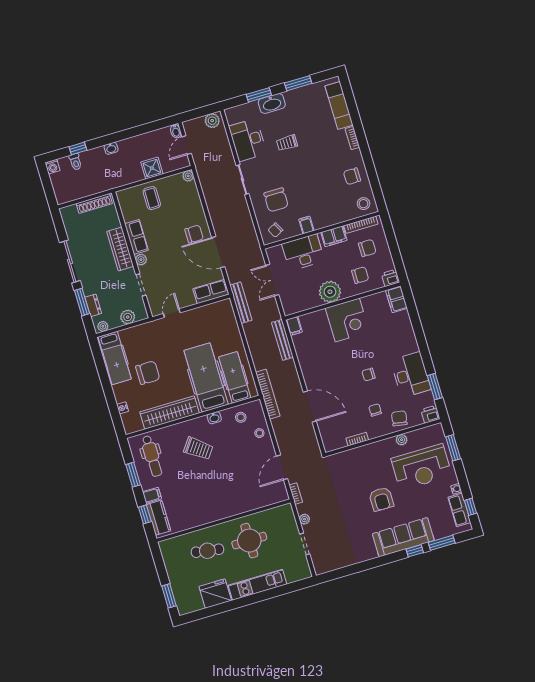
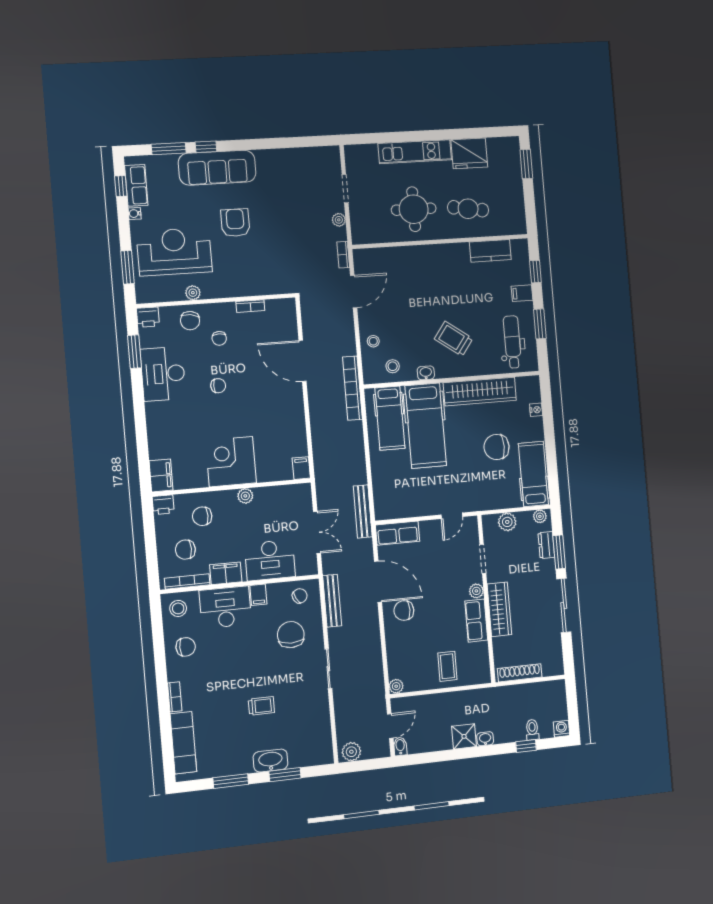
desk: (248, 140) -> (225, 607), moved, turned -90
shower: (152, 168) -> (464, 736), moved
plant: (330, 292) -> (245, 496), width x0.53, depth x0.53
bench: (282, 340) -> (332, 601), moved
kitchen counter: (159, 518) -> (490, 251), moved, turned -90

